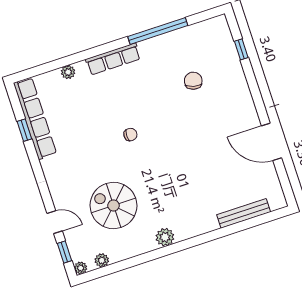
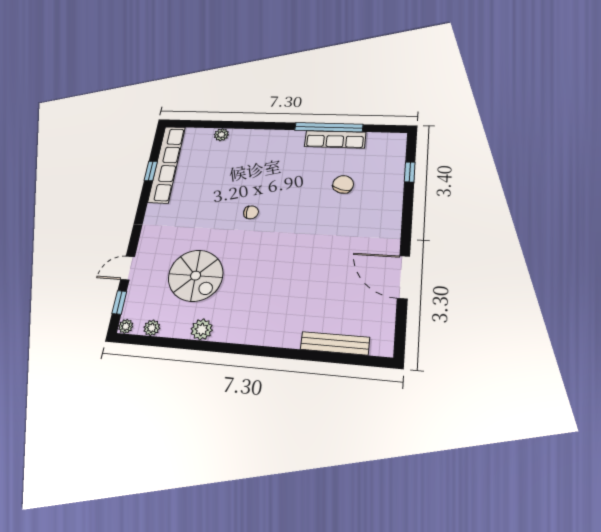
row of seats: (113, 59) -> (335, 139), moved
spiral stairs: (113, 206) -> (196, 276), turned 180
door: (55, 222) -> (128, 268), swing flipped
plant: (165, 237) -> (202, 329), moved

